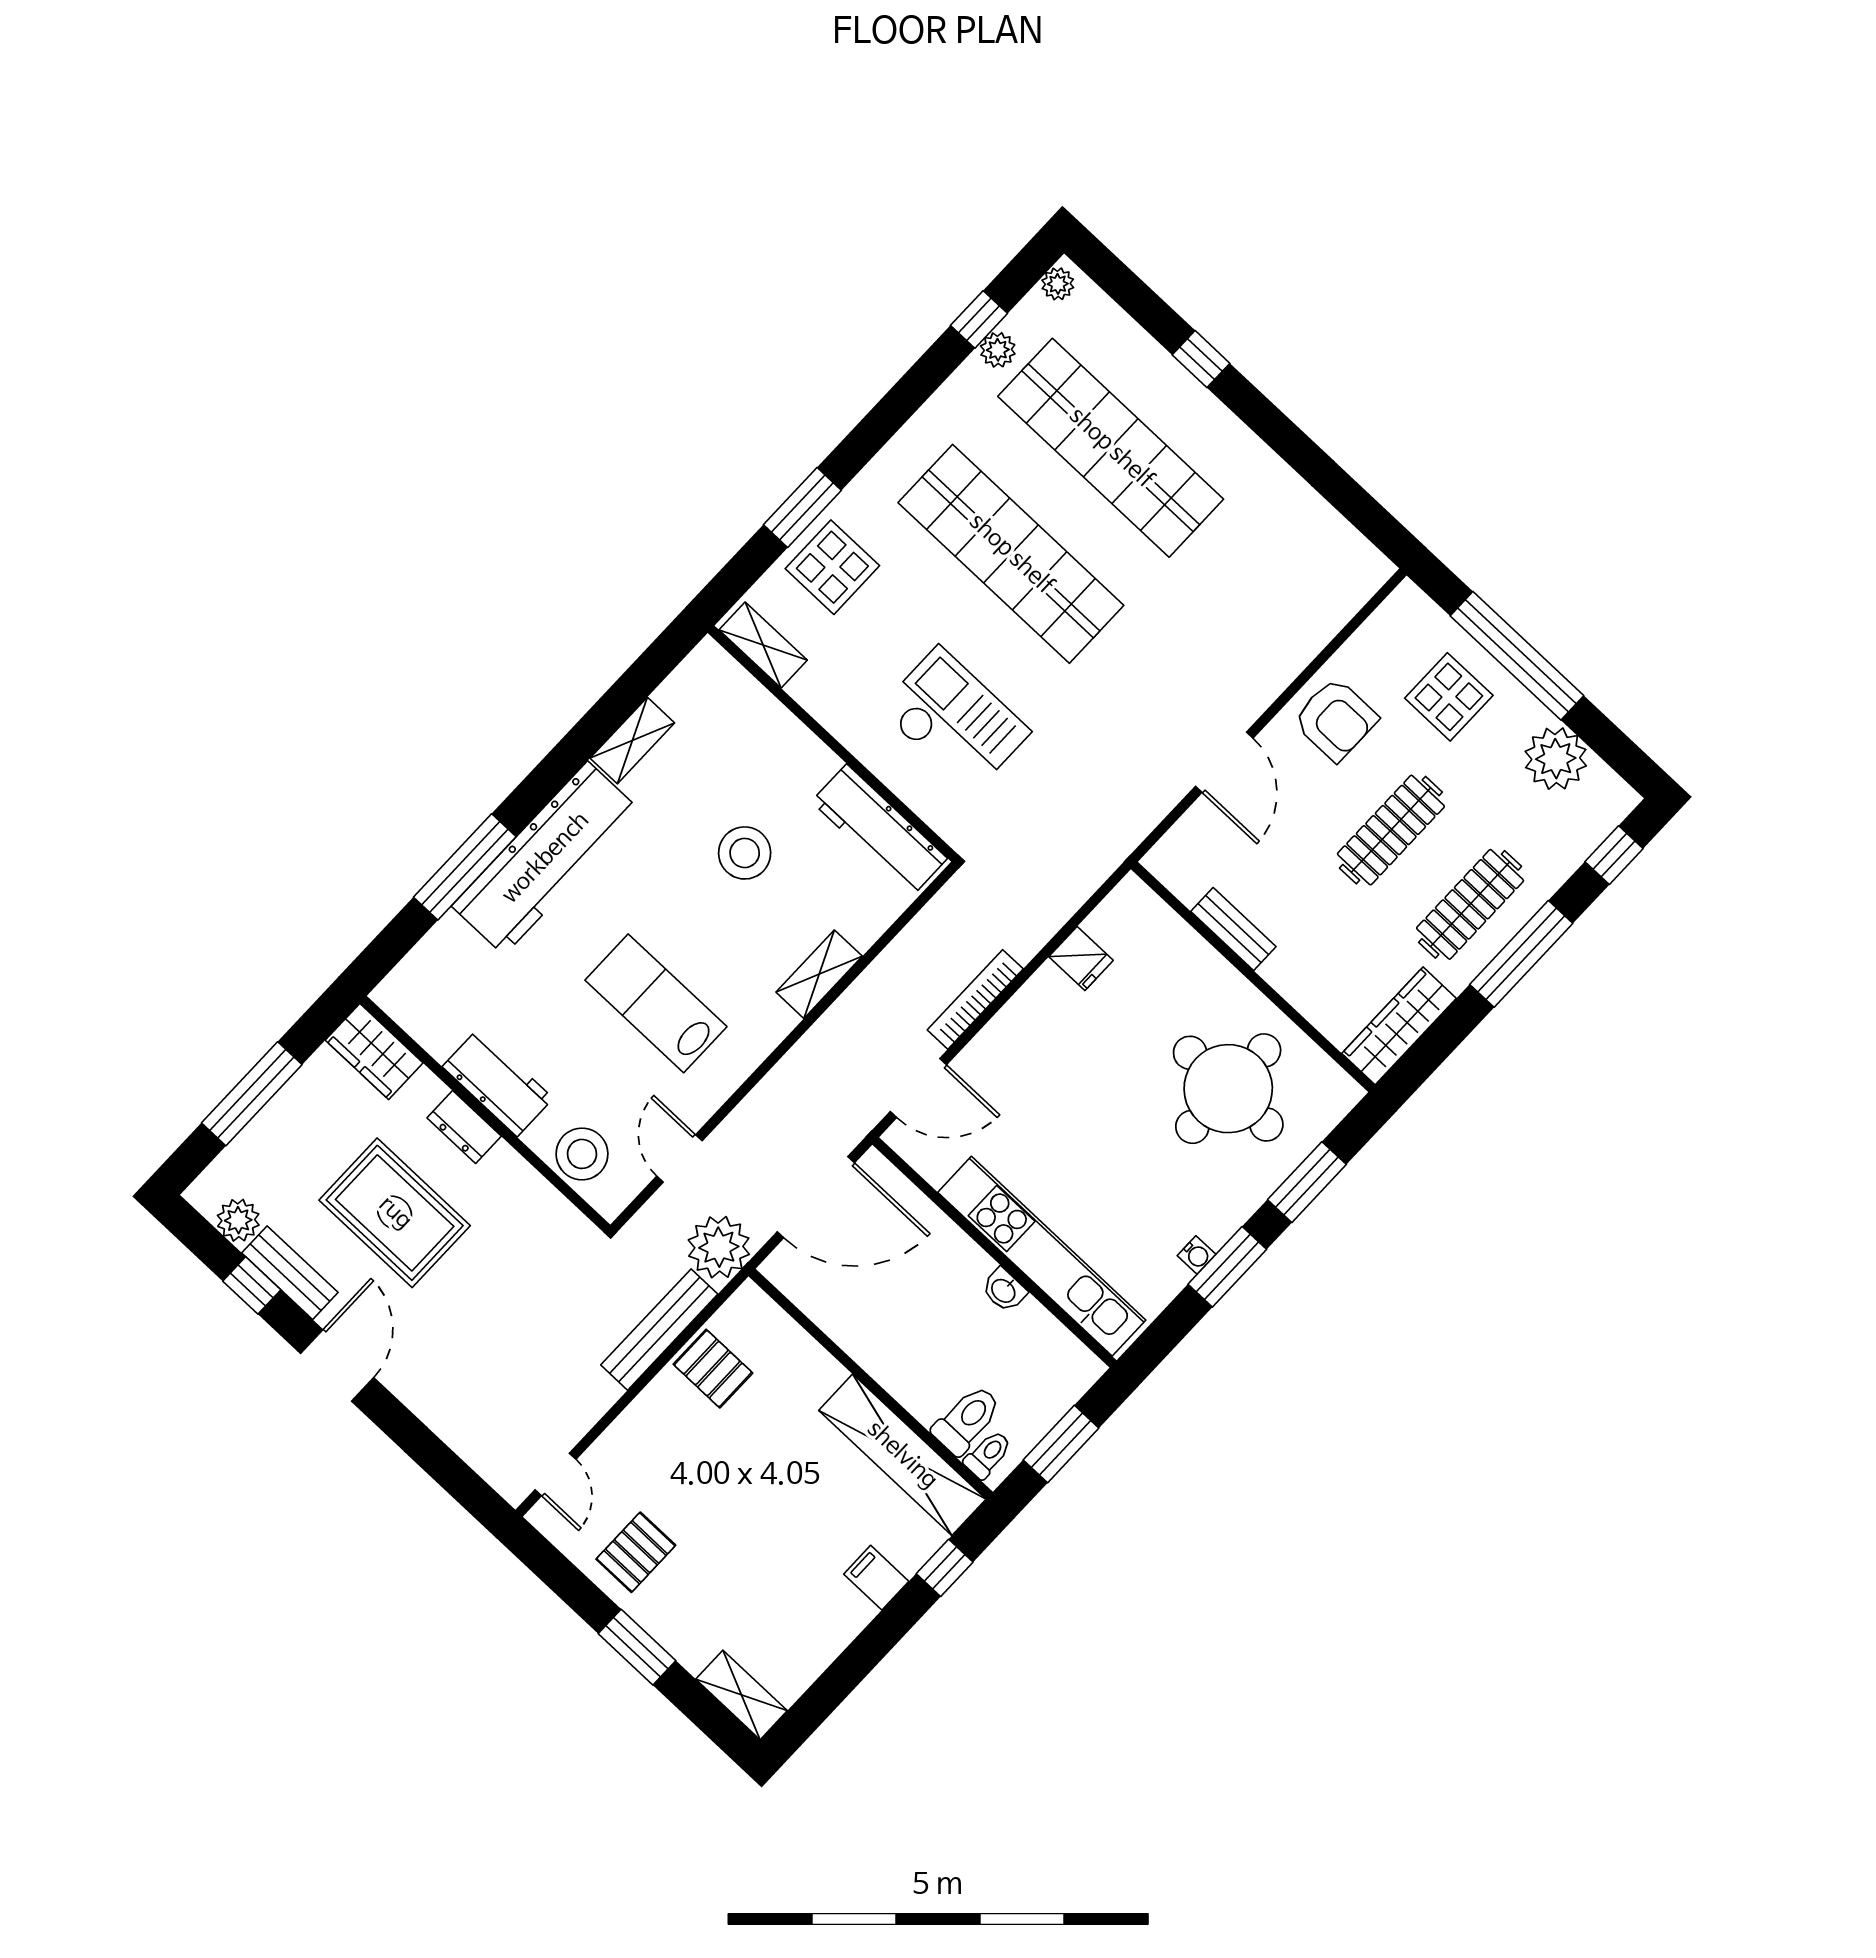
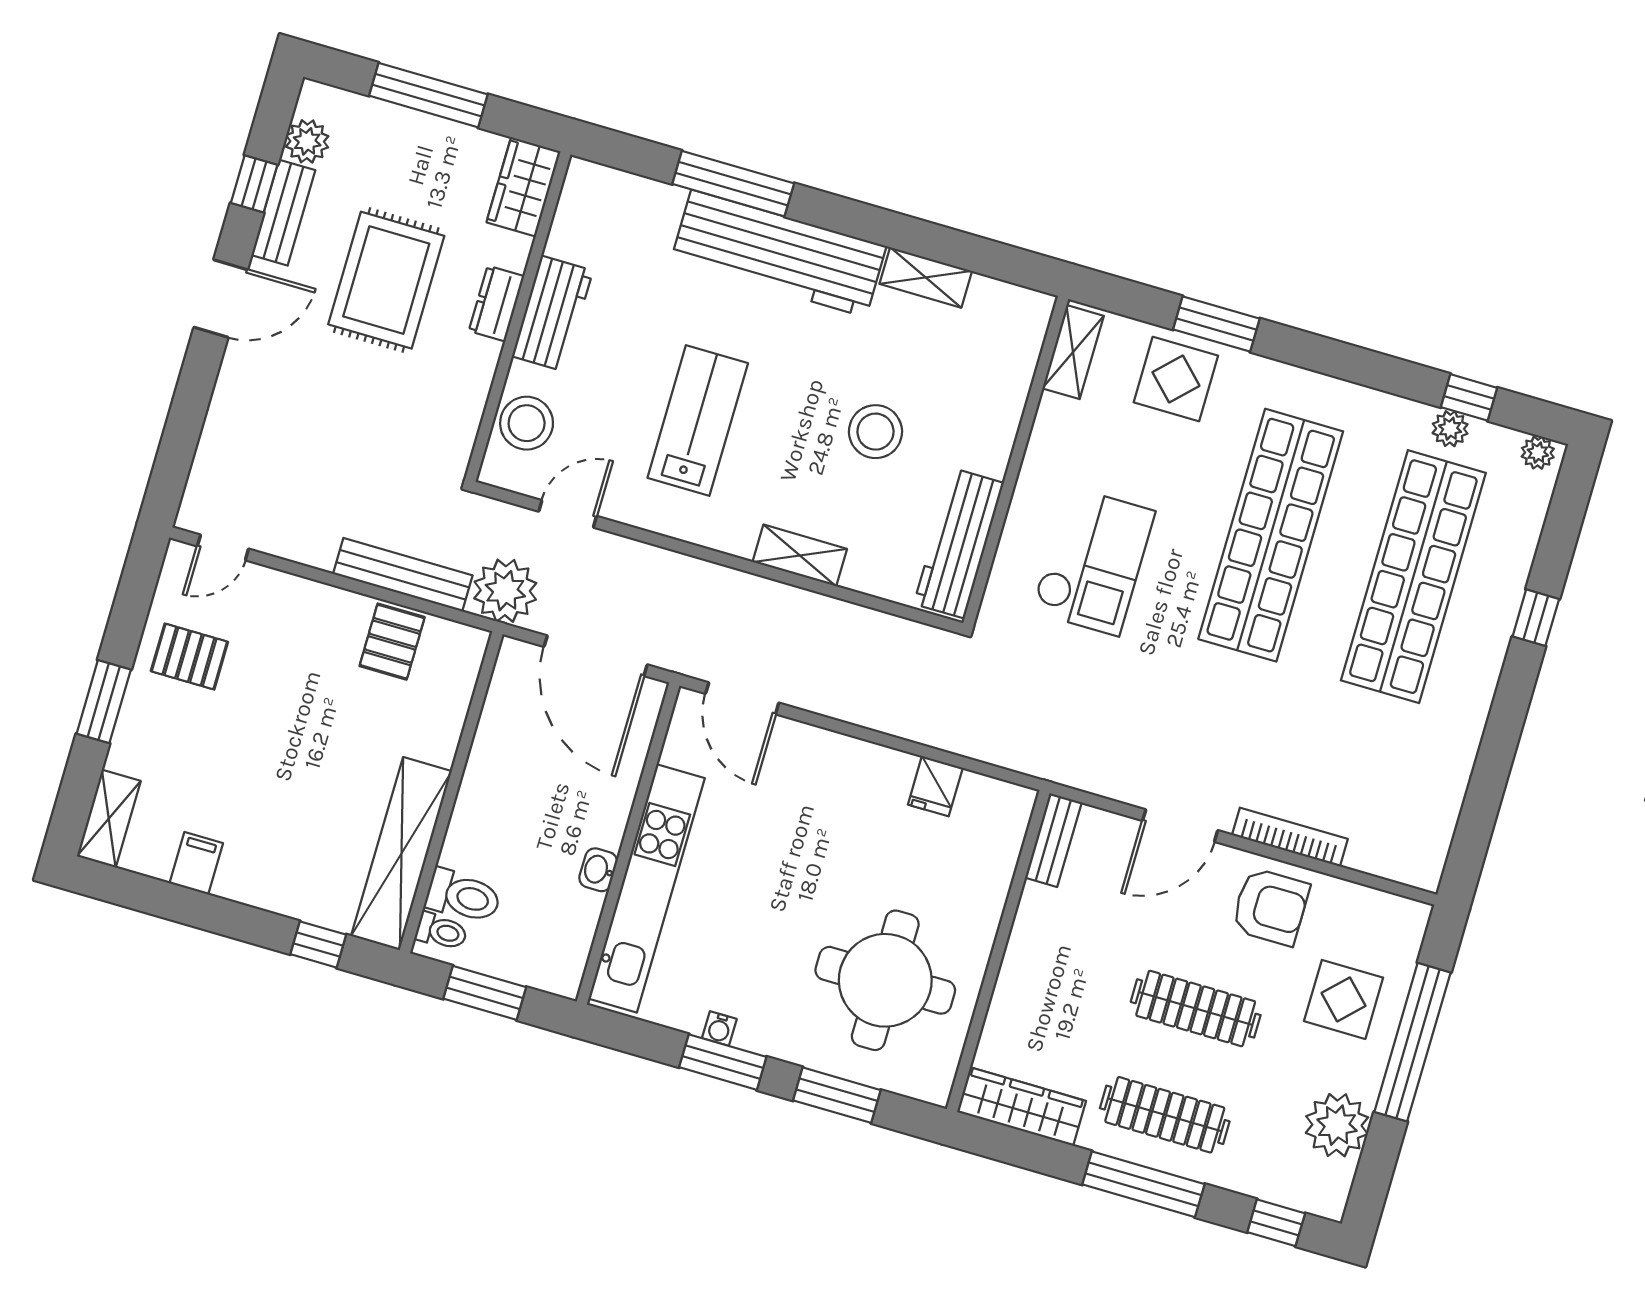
armchair: (1335, 719) -> (1270, 907), turned -90
bench: (1233, 929) -> (1053, 840), moved
bookcase: (975, 999) -> (1290, 837), moved
filing cabinet: (876, 1578) -> (196, 863), moved

